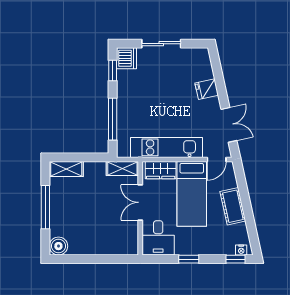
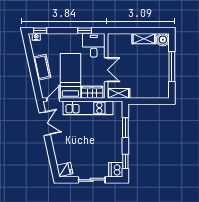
fridge: (207, 89) -> (65, 170), moved
window: (113, 119) -> (125, 128), width x0.69
double door: (229, 125) -> (45, 124), swing flipped
shelving: (66, 169) -> (144, 39), moved
window: (189, 259) -> (85, 31), moved

